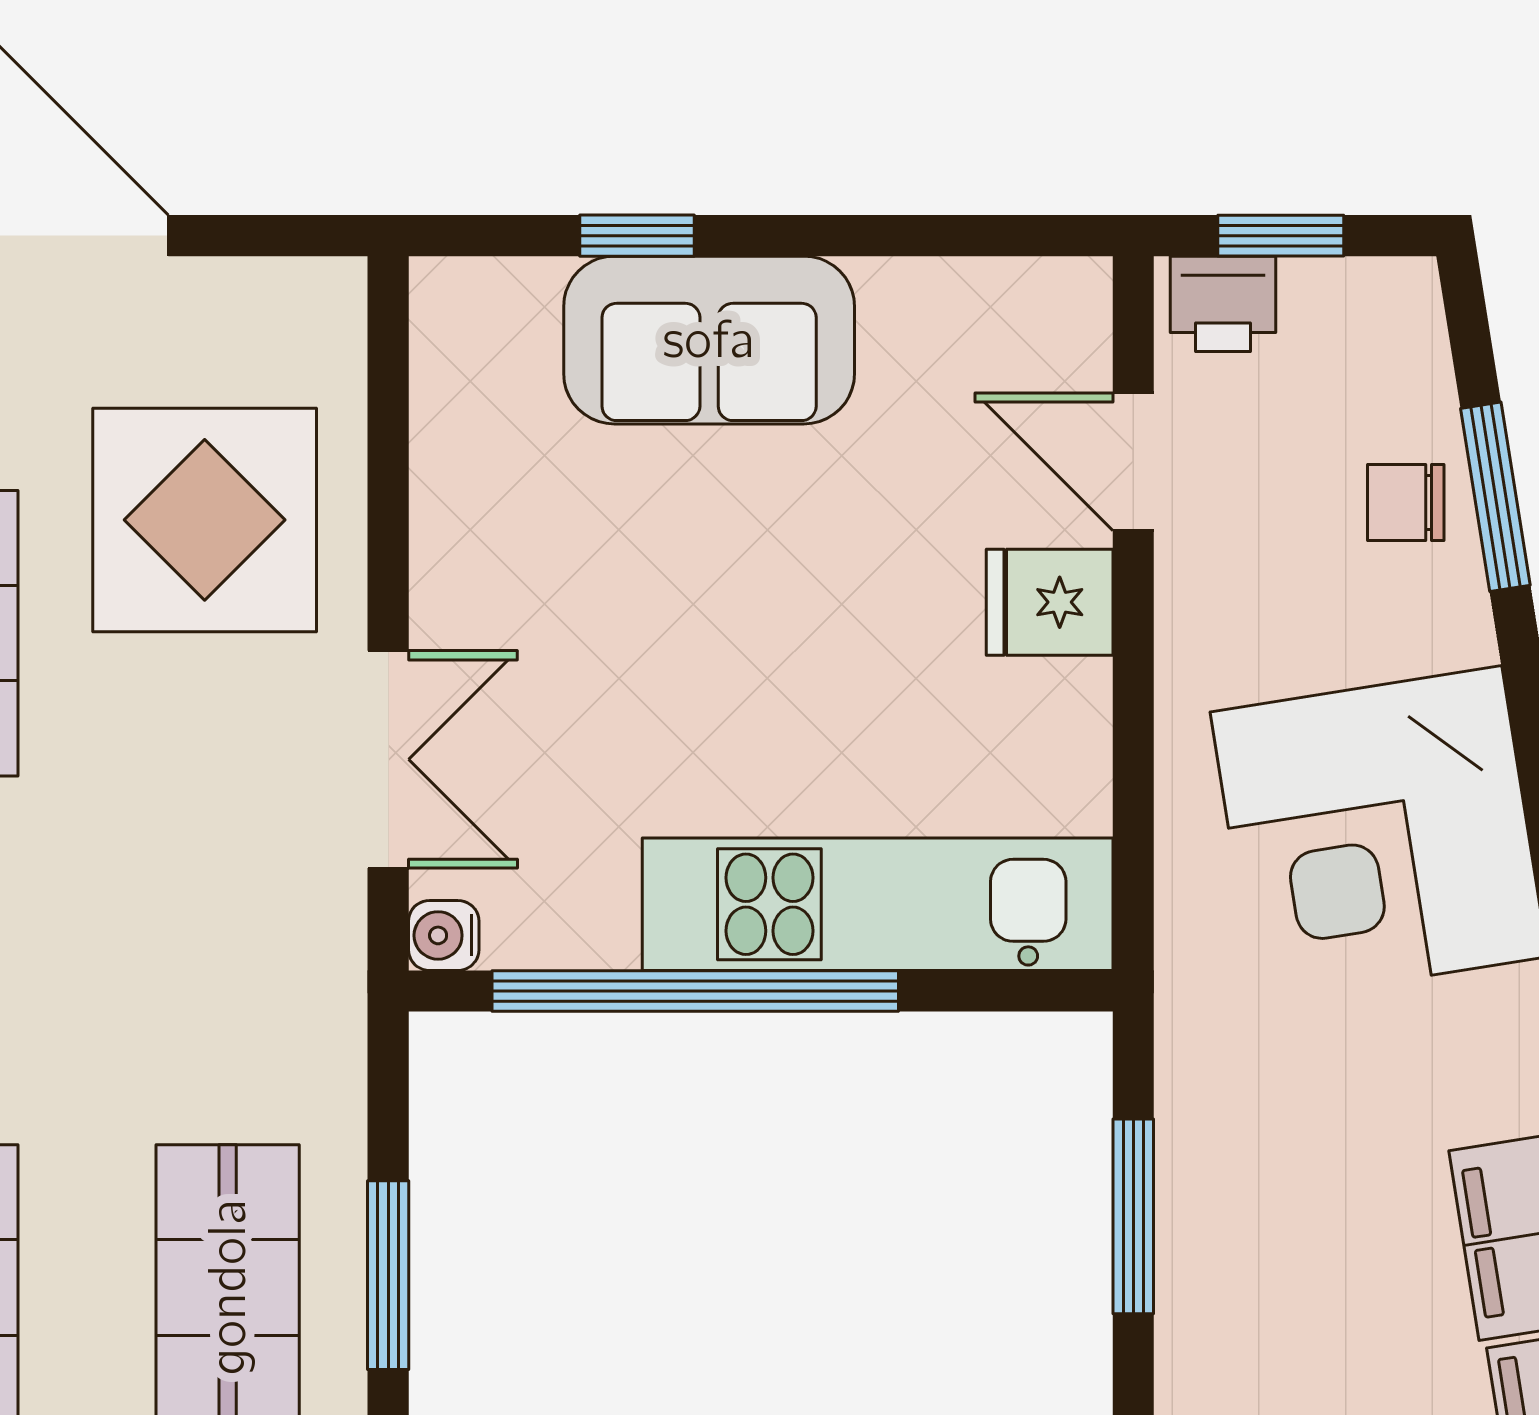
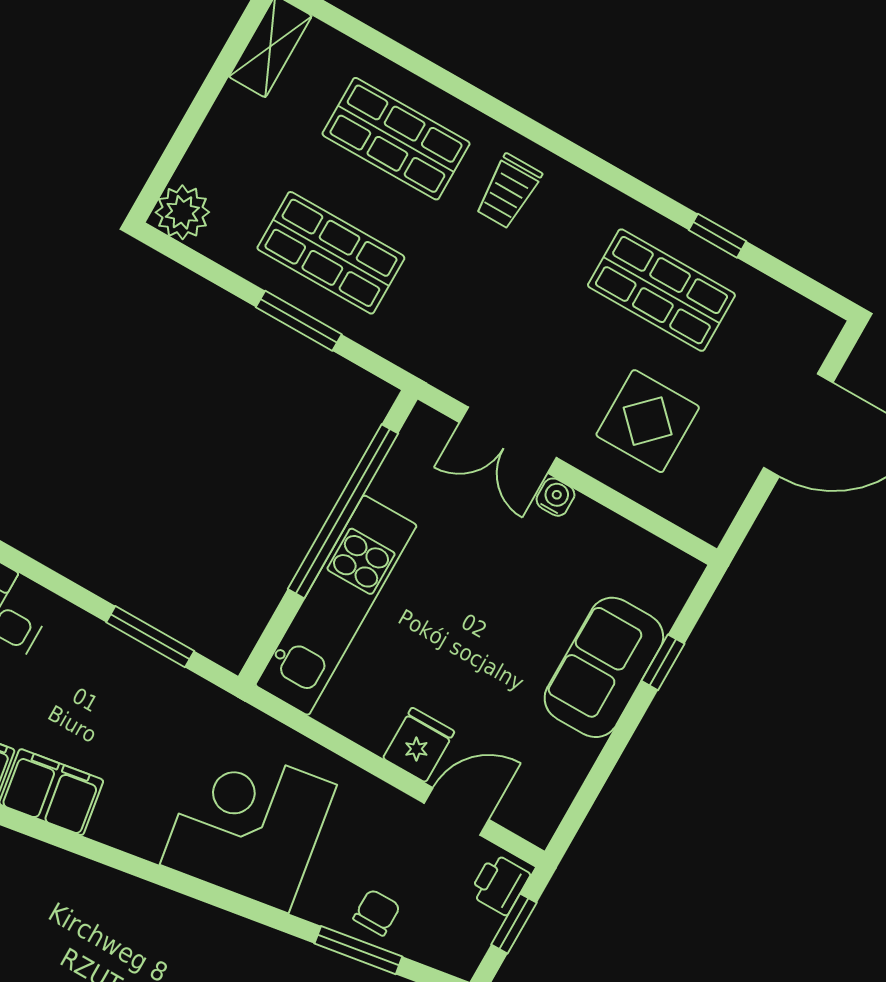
display table: (205, 520) -> (648, 421), width x0.73, depth x0.73
water cooler: (444, 935) -> (555, 497), moved

